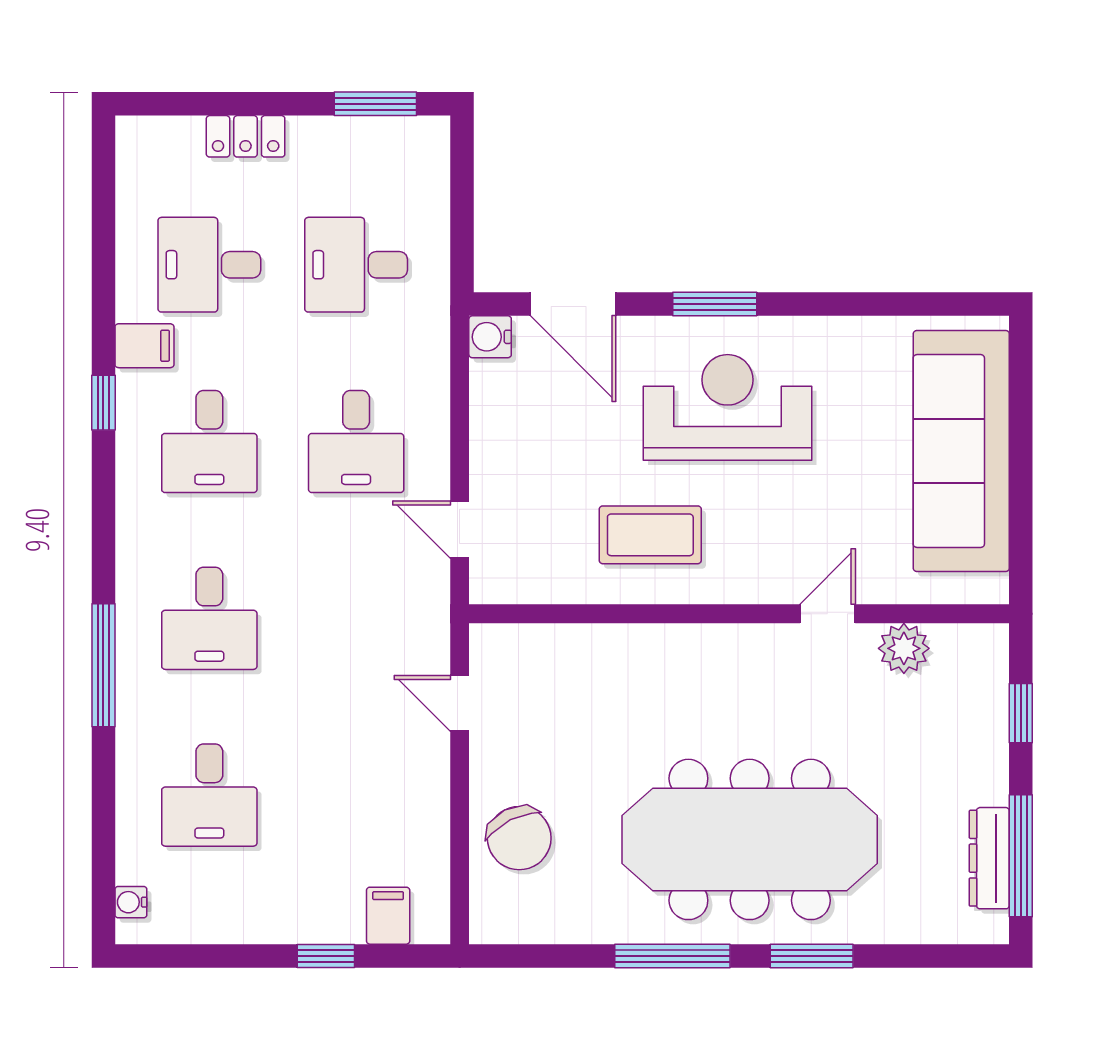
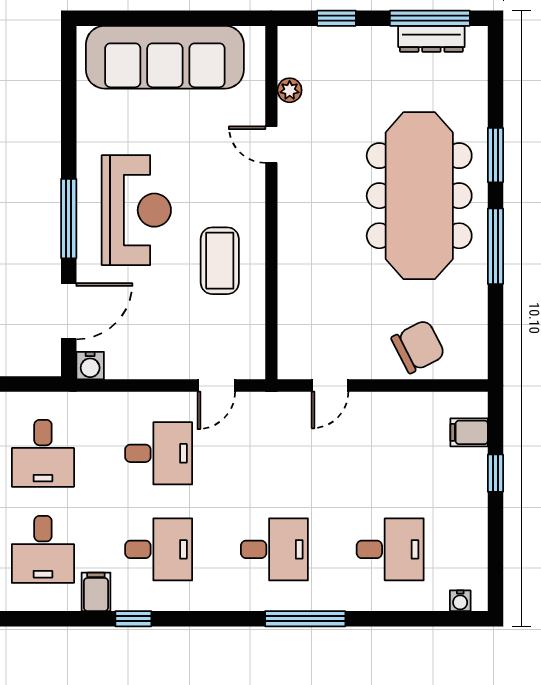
window: (715, 304) -> (69, 219), width x1.44
reception desk: (728, 407) -> (136, 210), turned 180
plant: (904, 648) -> (290, 90), width x0.73, depth x0.73

